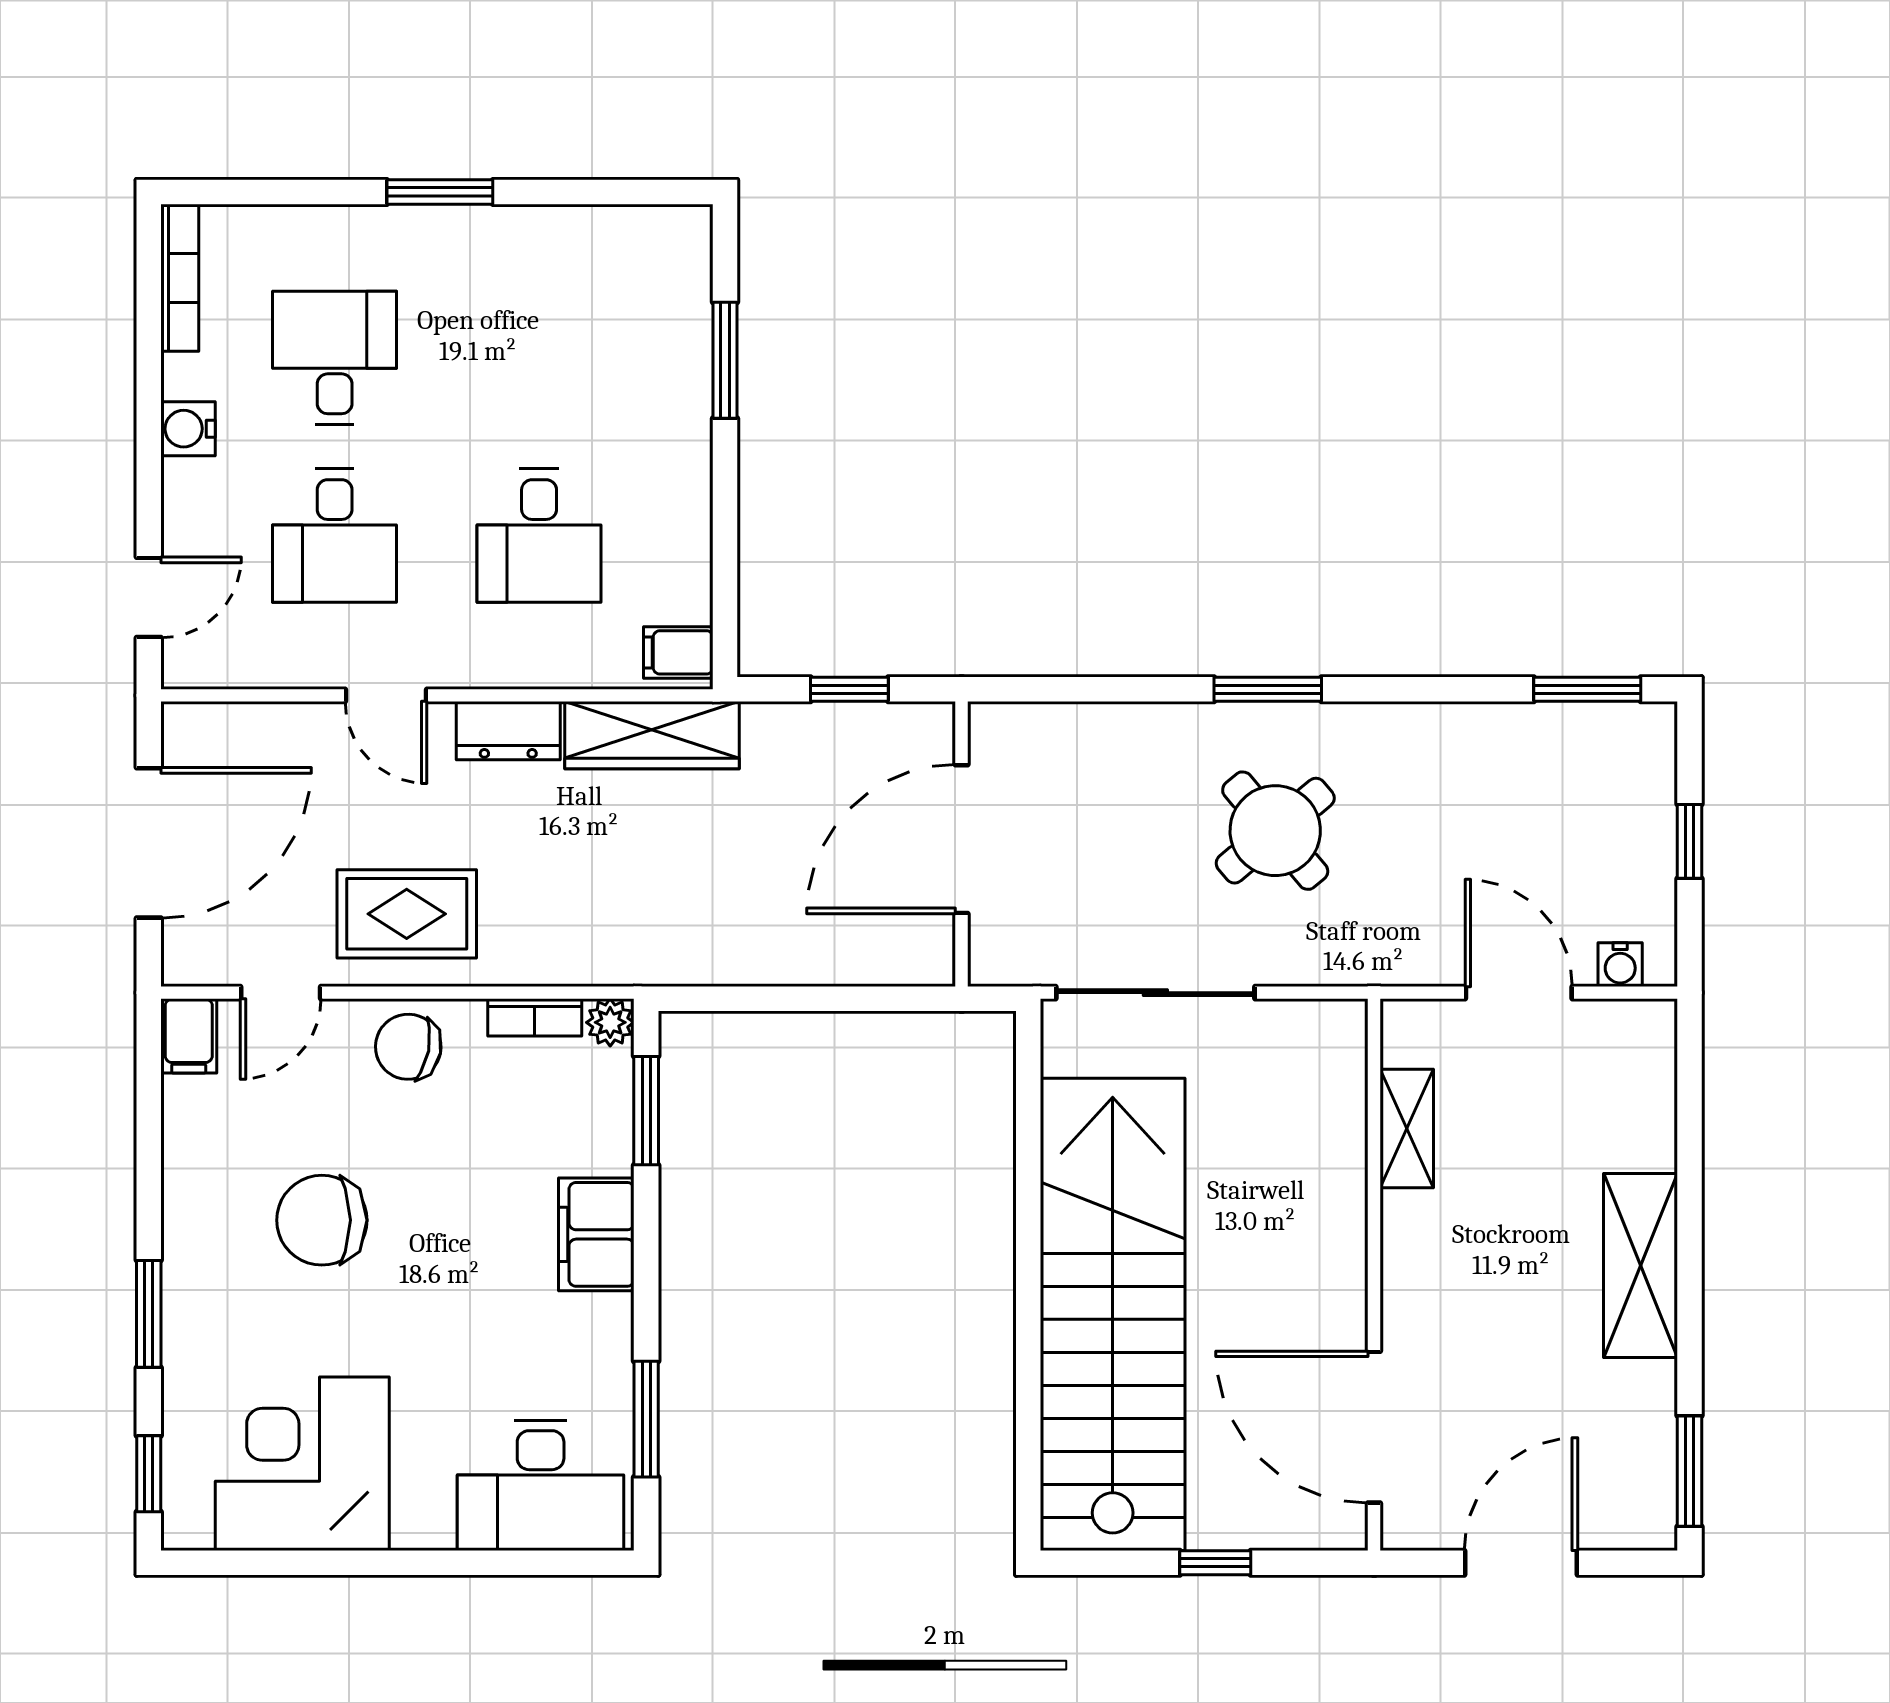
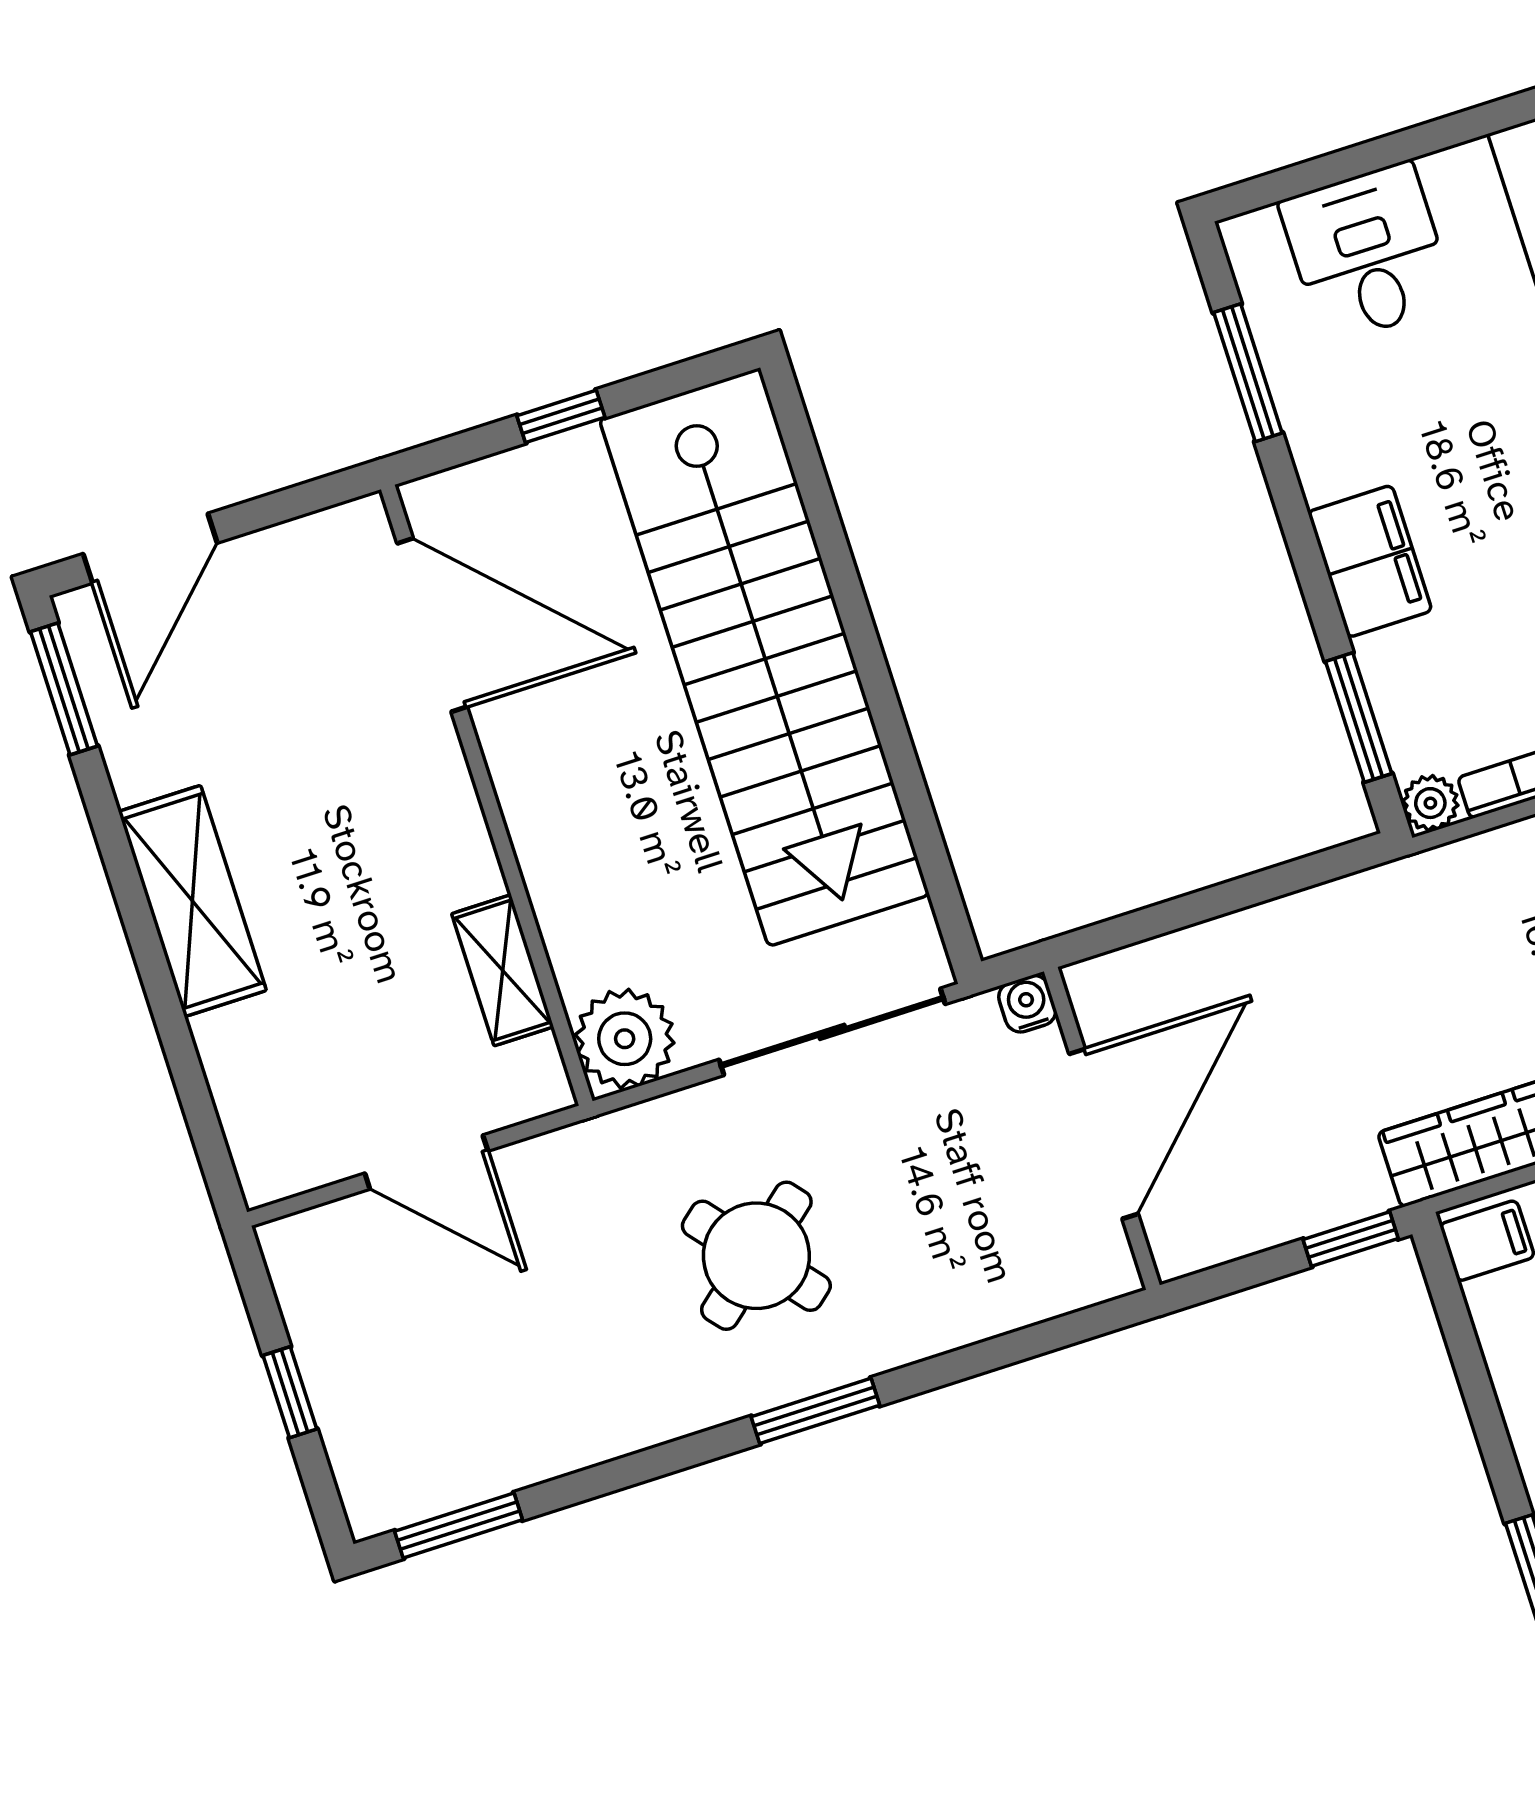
window: (849, 689) -> (1351, 1239), moved
water cooler: (1620, 965) -> (1027, 1004), moved
plant: (1326, 1041) -> (625, 1039), added
desk: (541, 1485) -> (1367, 253), width x0.73
door: (1521, 1563) -> (150, 548), moved

